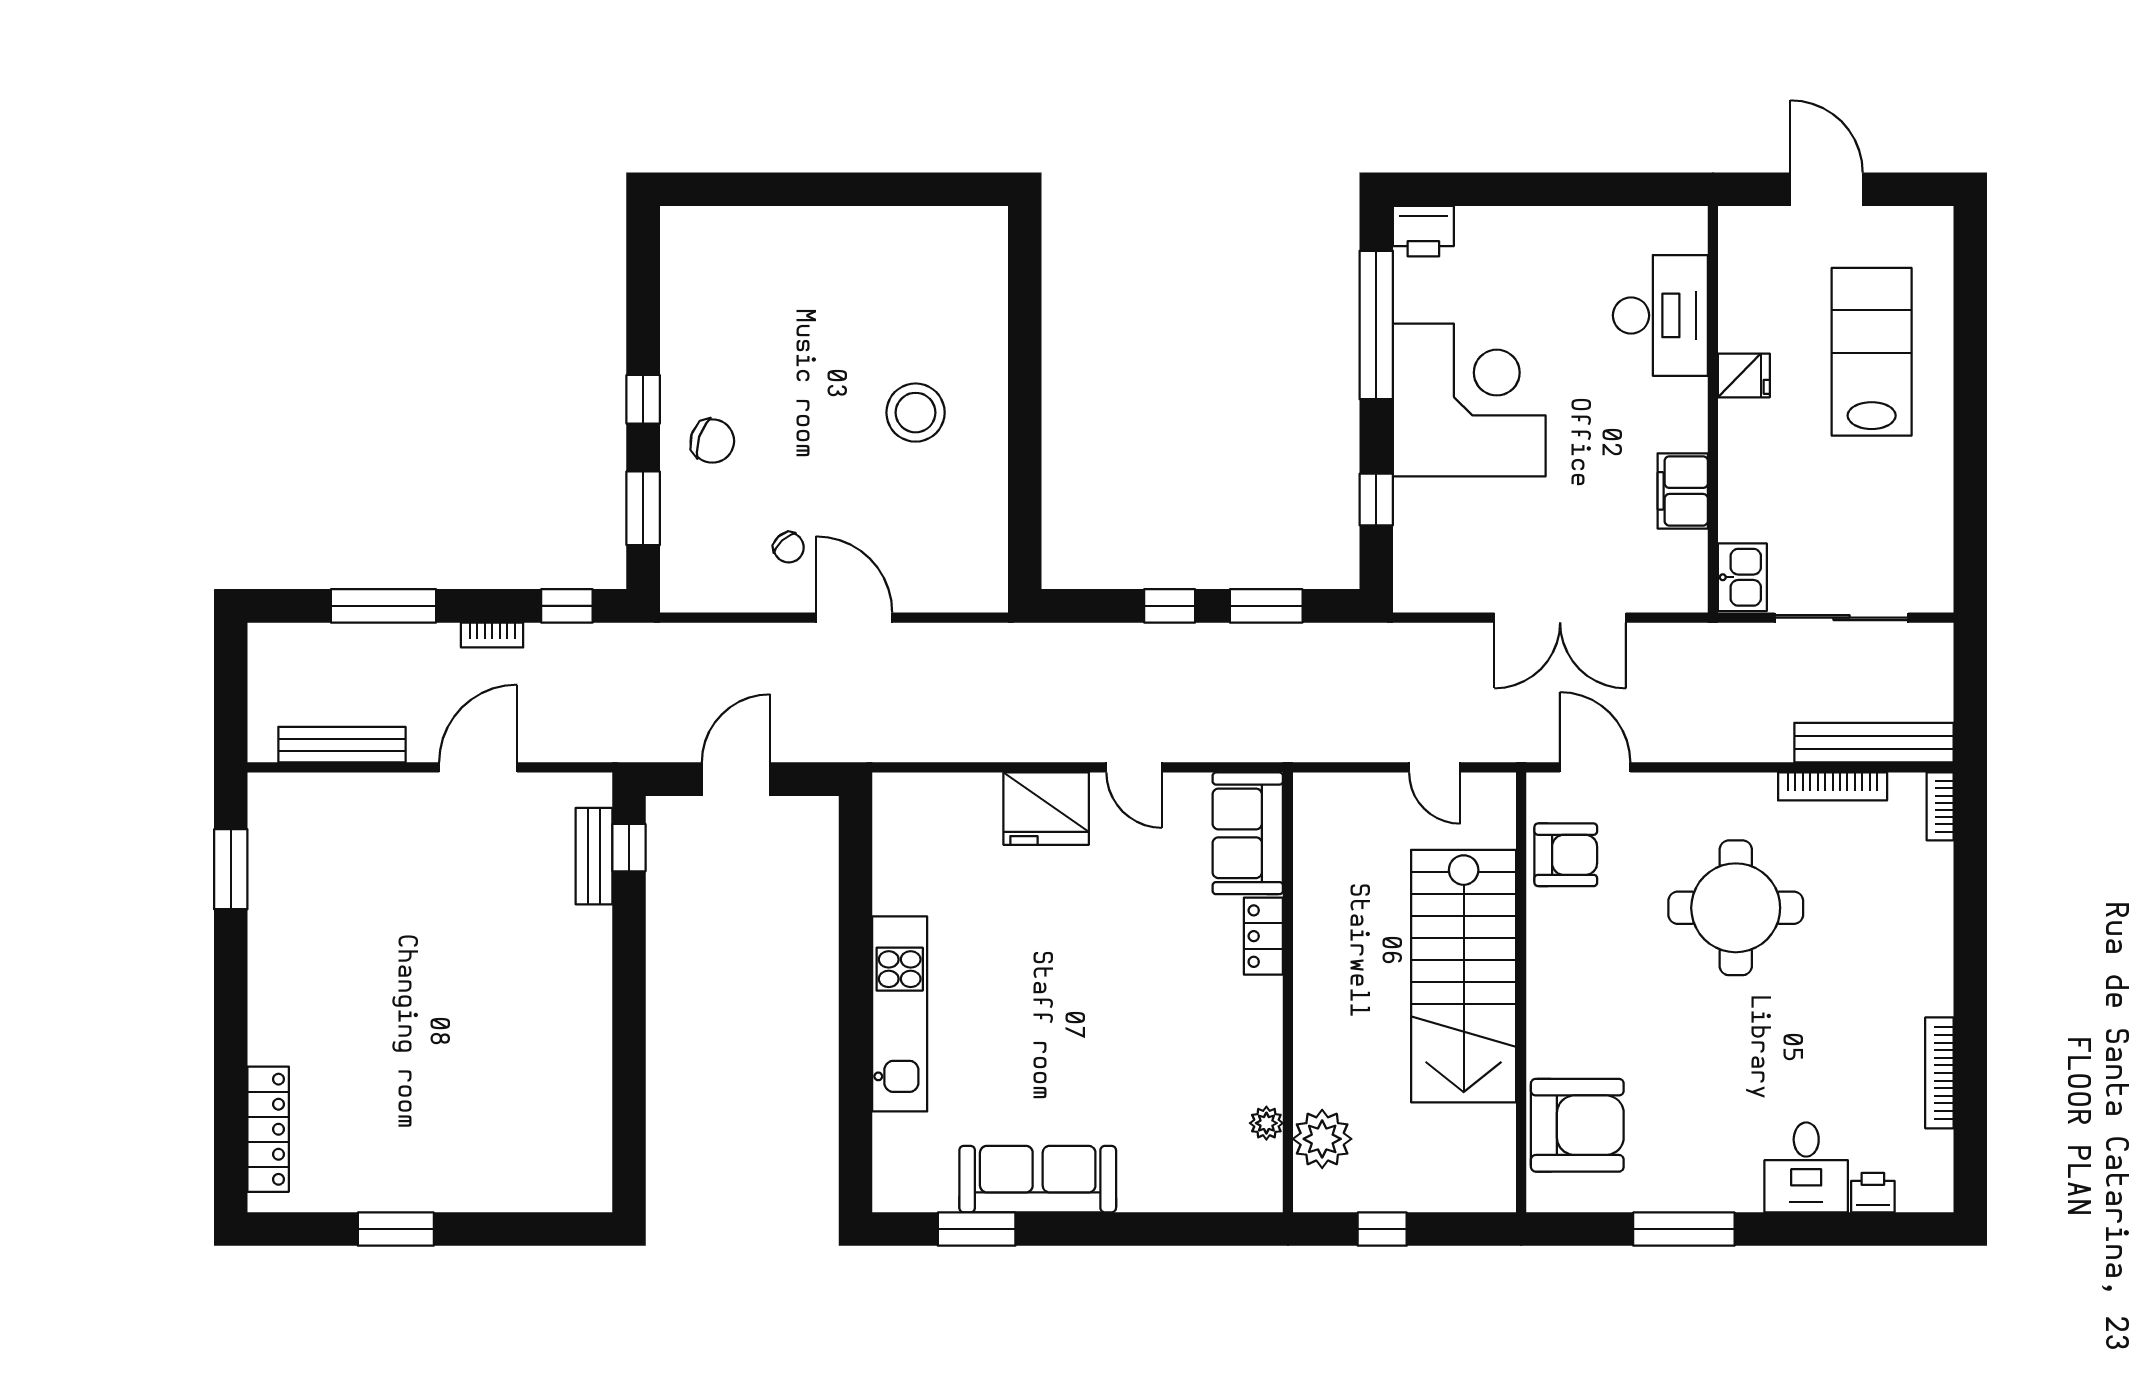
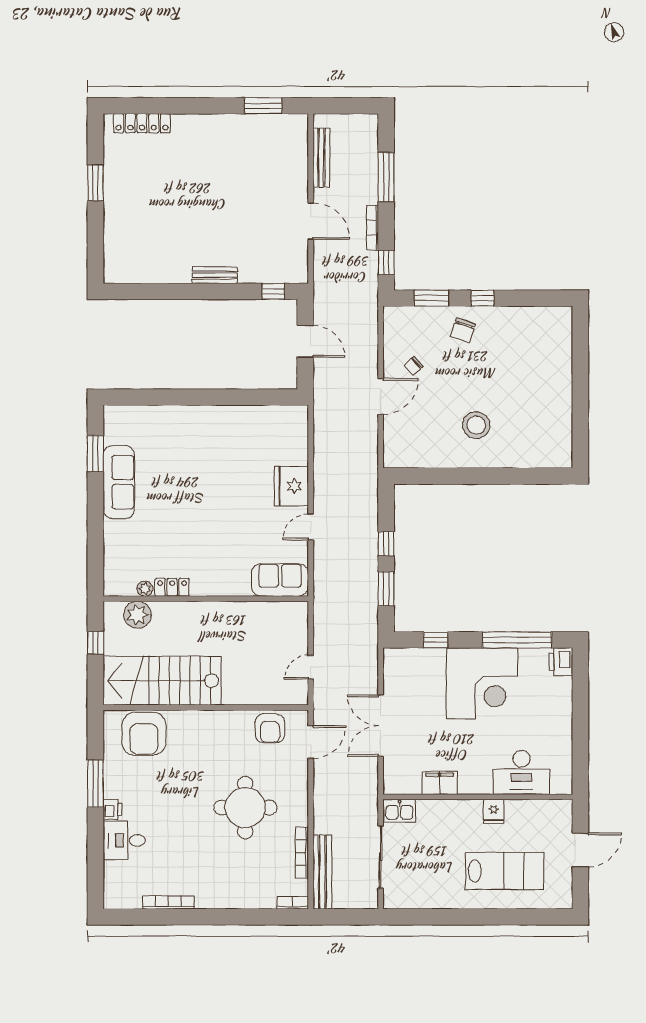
bookcase: (492, 635) -> (372, 228), width x1.56
bench: (594, 856) -> (215, 275), moved
locker: (1263, 936) -> (172, 587), moved
stairs: (1464, 976) -> (162, 681), moved
kitchen unit: (900, 1014) -> (196, 418), removed
printer: (1873, 1193) -> (112, 809), moved

